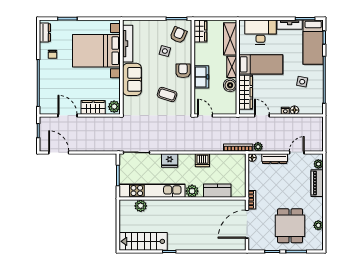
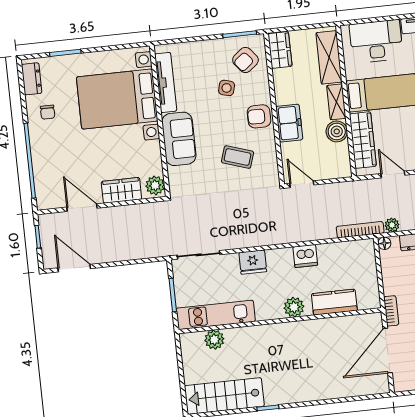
armchair: (178, 35) -> (245, 60), turned -152
armchair: (183, 71) -> (259, 116), turned -90
kitchen unit: (152, 191) -> (216, 315), width x0.73

